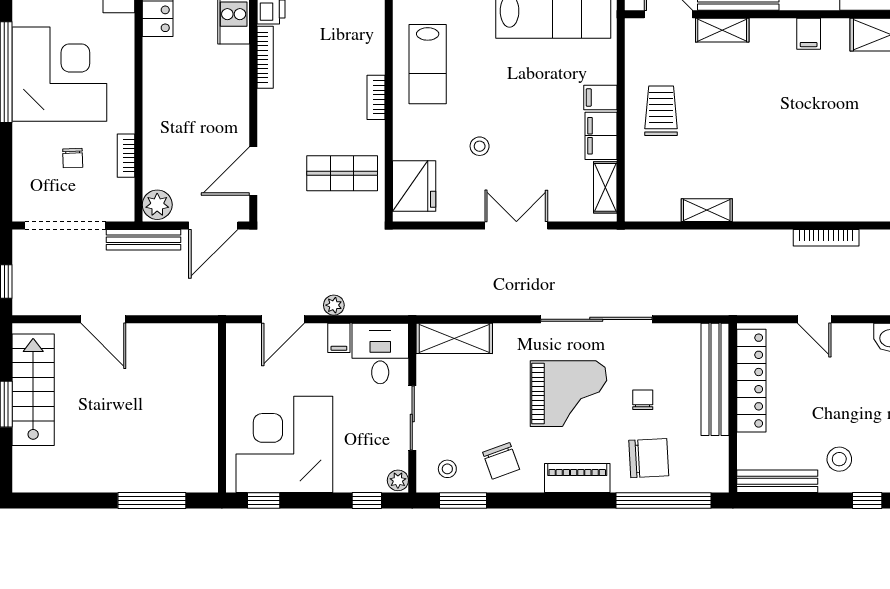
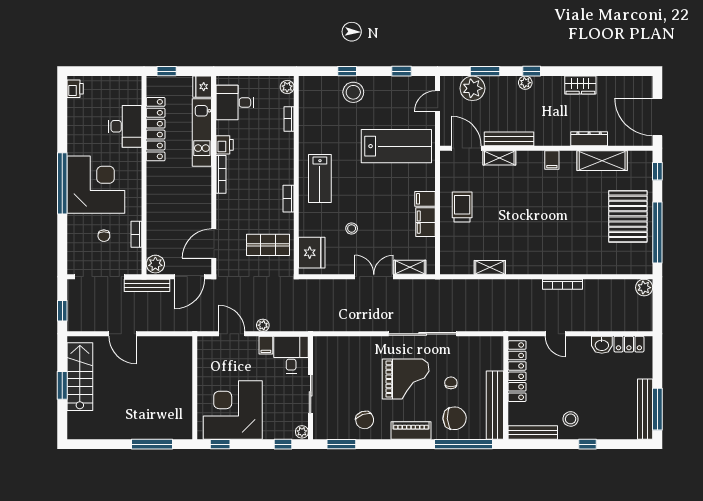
shelving: (605, 187) -> (410, 267), moved, turned 90
door: (283, 319) -> (232, 334), swing flipped
shelving: (454, 338) -> (336, 345), removed
bench: (715, 379) -> (495, 405), moved
stool: (447, 469) -> (332, 425), removed

